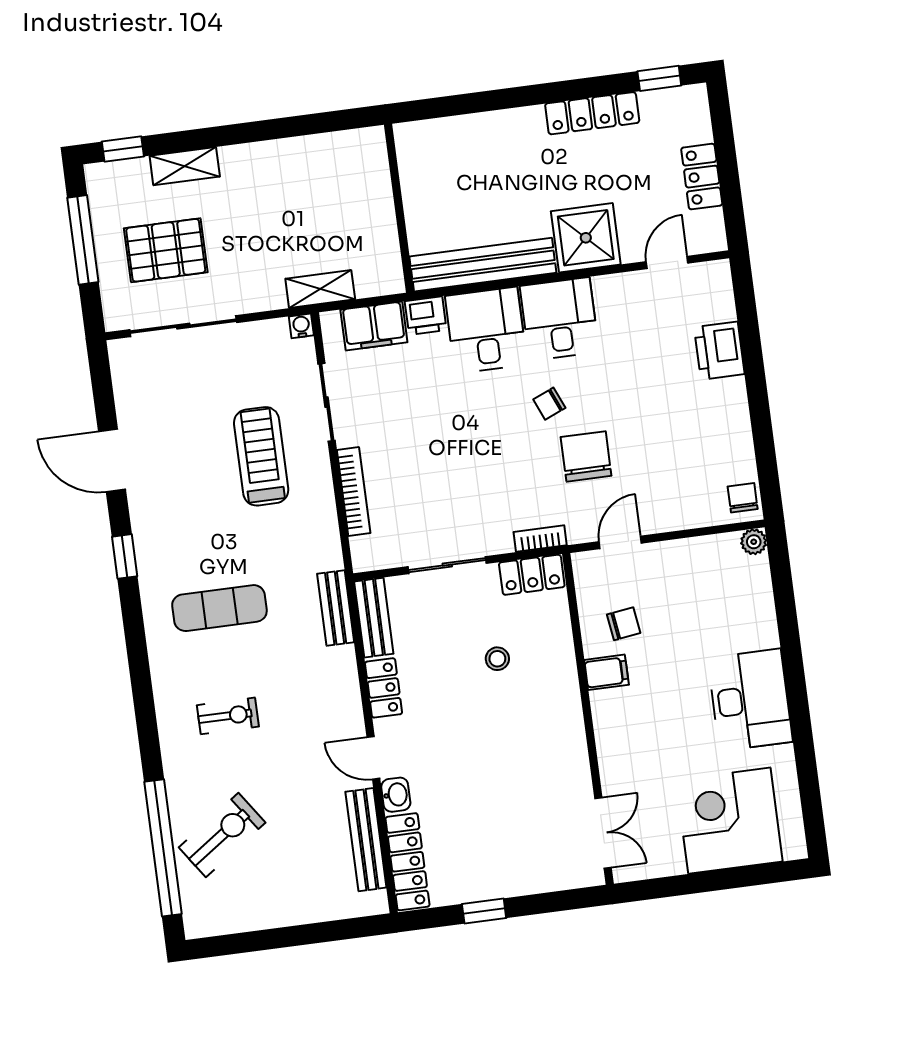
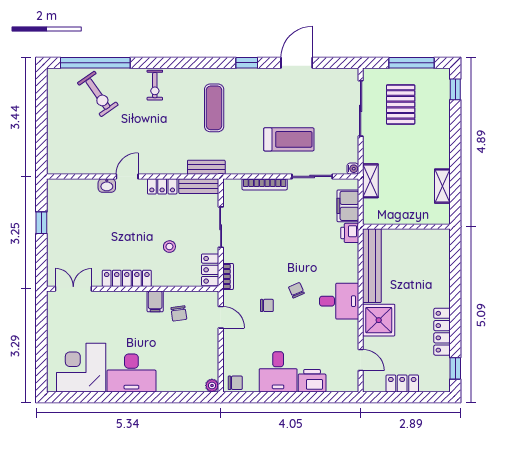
shelving: (185, 166) -> (442, 186), moved
desk: (486, 330) -> (278, 372), moved, turned 90
chair: (586, 456) -> (267, 305), width x0.54, depth x0.54
exercise bike: (228, 716) -> (155, 85), moved
corner desk: (729, 821) -> (81, 368), moved, turned -90
double door: (603, 833) -> (73, 289), swing flipped
bench: (366, 840) -> (86, 167), removed
locker: (407, 862) -> (127, 278), moved, turned 180

